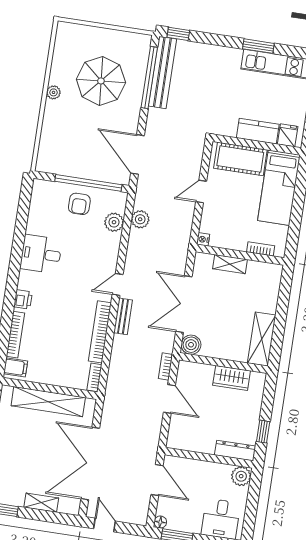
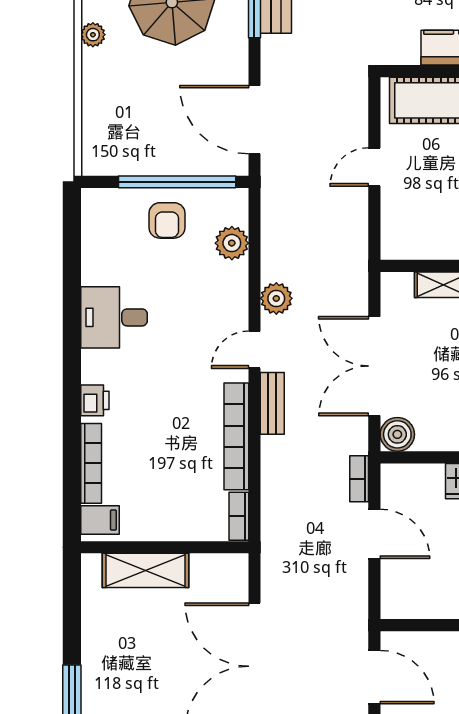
plant: (140, 219) -> (276, 298), moved
nightstand: (203, 239) -> (390, 249), removed
shelving: (48, 402) -> (145, 570), width x0.68

